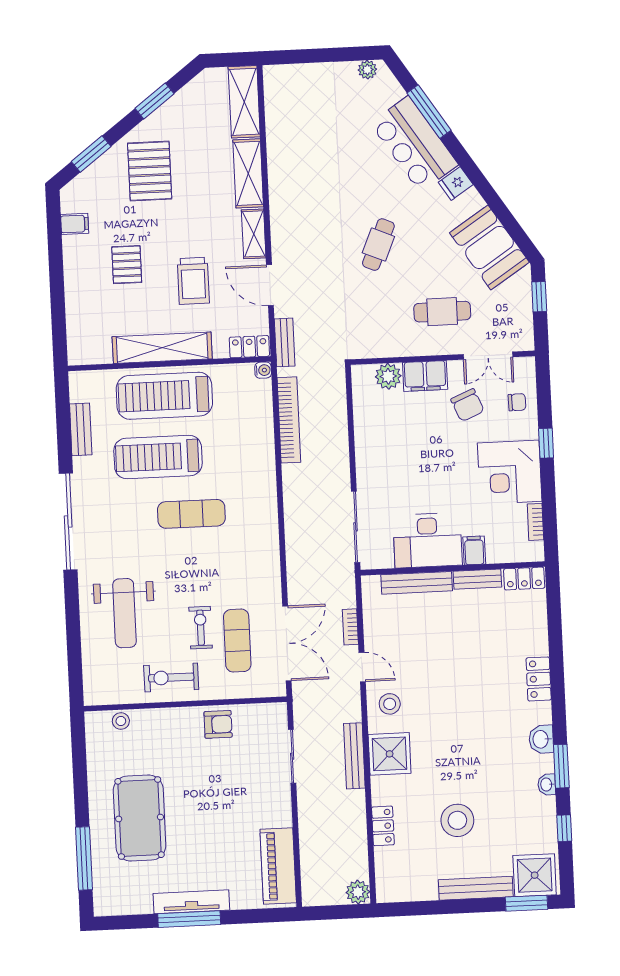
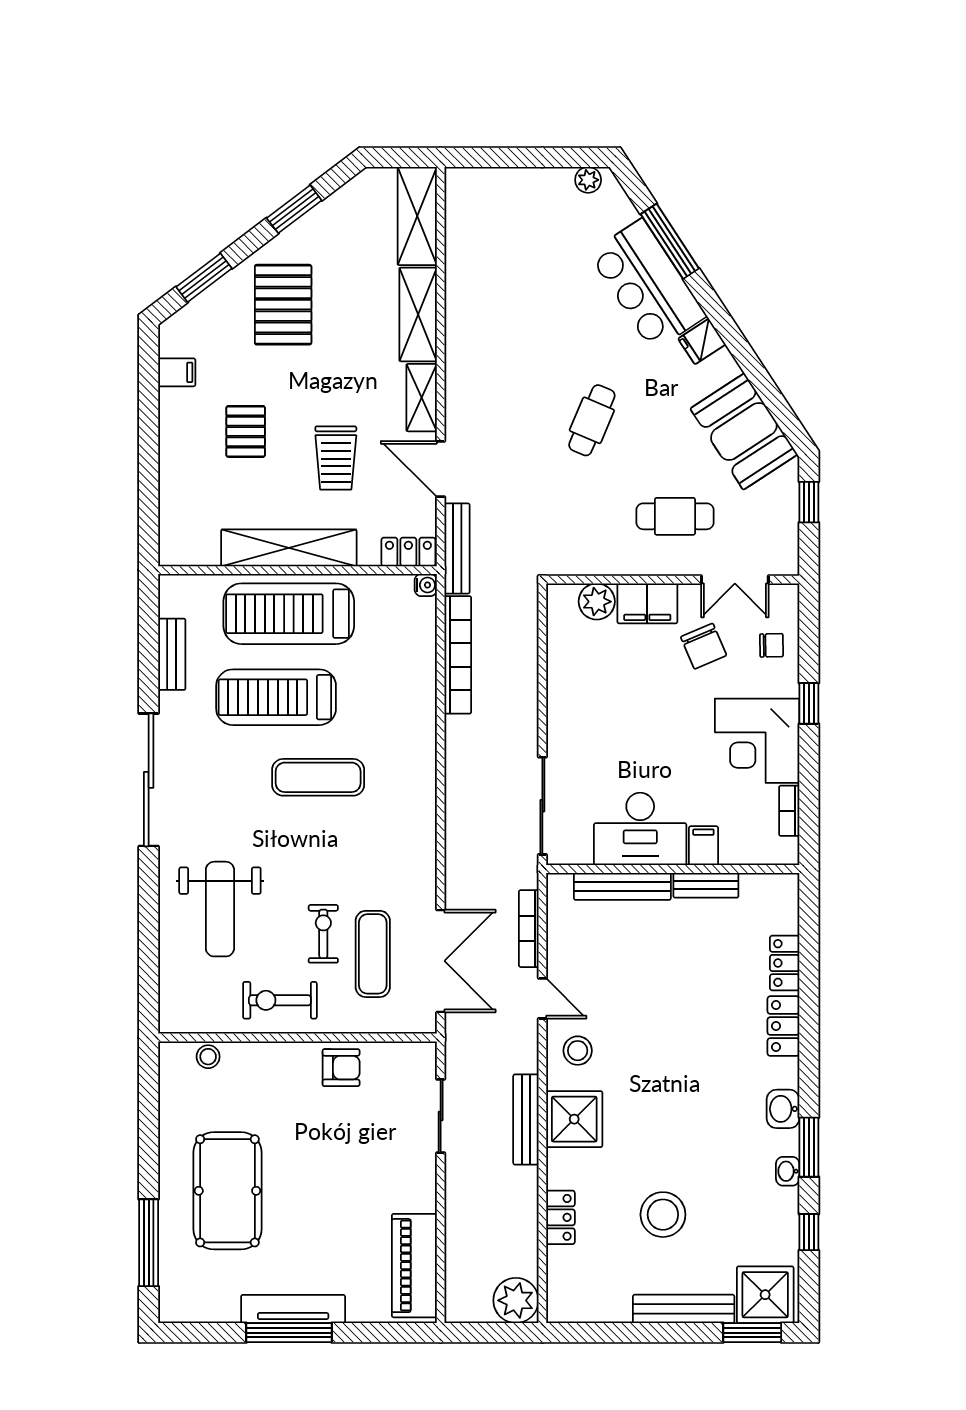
bench: (285, 342) -> (457, 548), width x1.36
locker: (524, 579) -> (785, 963), moved, turned 90
bookcase: (350, 627) -> (529, 929), width x1.56
plant: (358, 892) -> (516, 1300), width x1.36, depth x1.36

